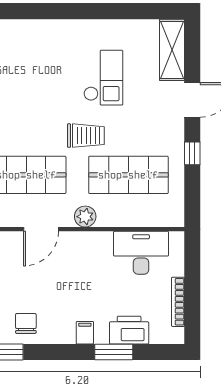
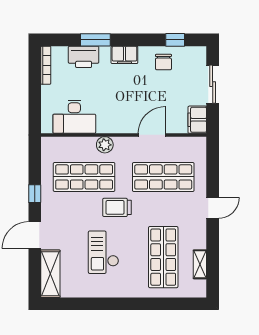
shop shelf: (26, 71) -> (163, 257), added
plant: (85, 217) -> (105, 145), moved
bookcase: (178, 302) -> (46, 65), moved
filing cabinet: (85, 333) -> (124, 55), width x2.00

